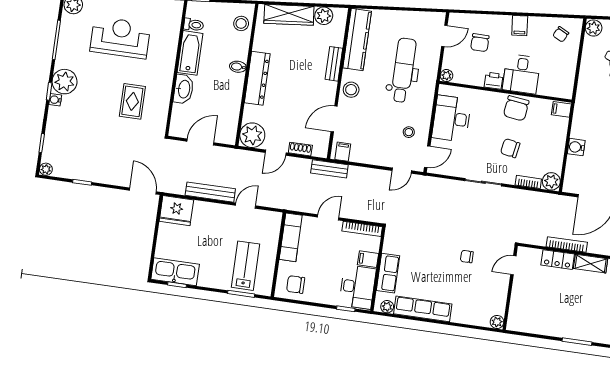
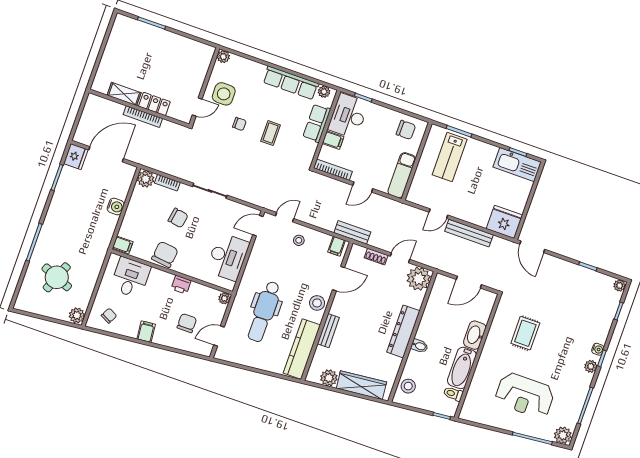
desk: (521, 74) -> (130, 278), moved
plant: (65, 82) -> (591, 366), width x0.53, depth x0.53
stool: (409, 132) -> (299, 240), moved
coffee table: (433, 254) -> (271, 133), added
side table: (489, 284) -> (224, 94), added

